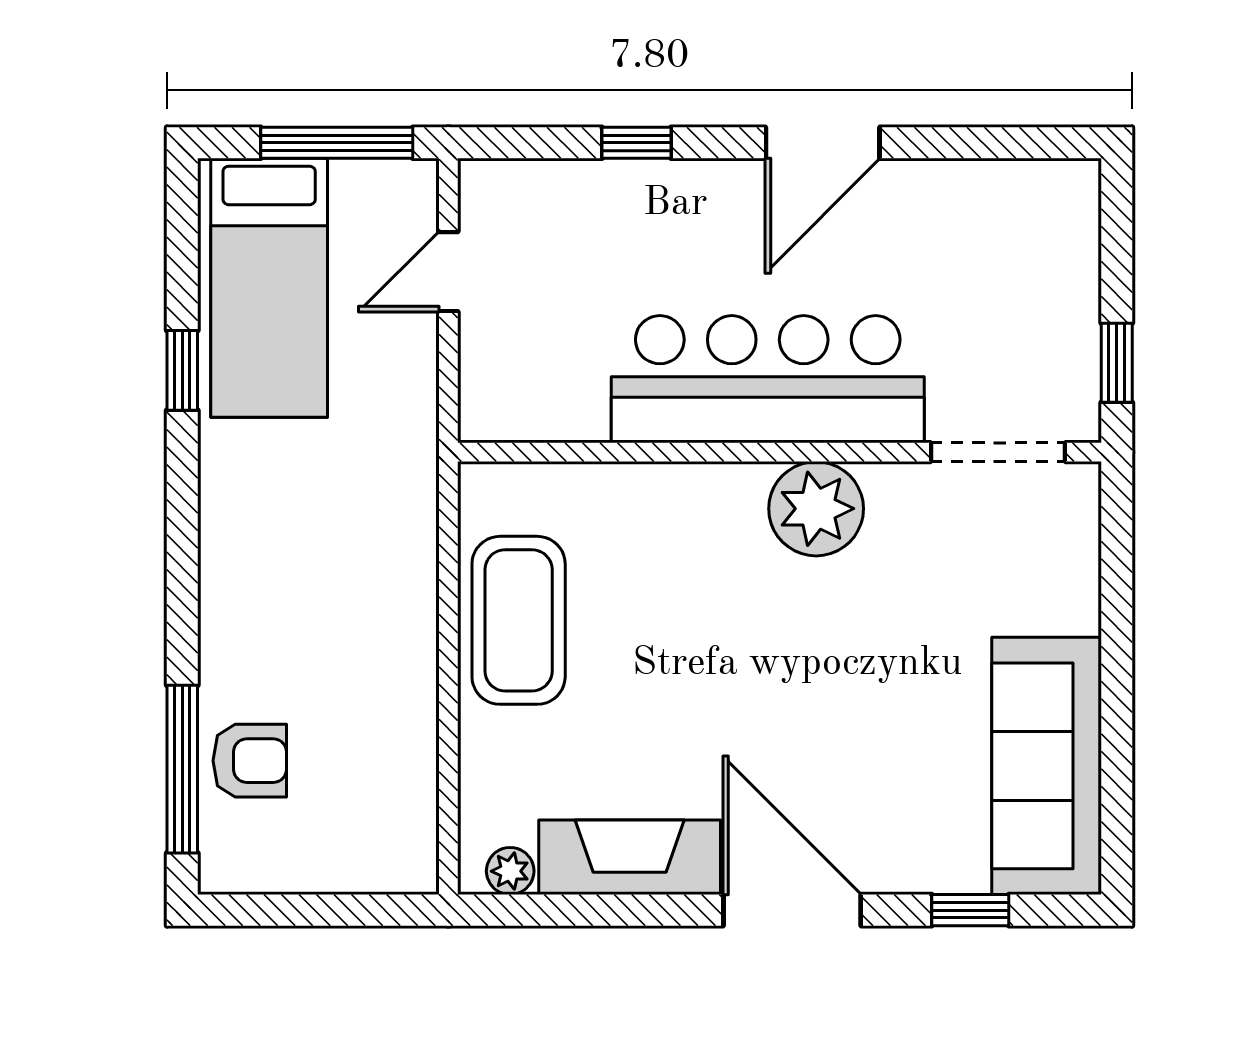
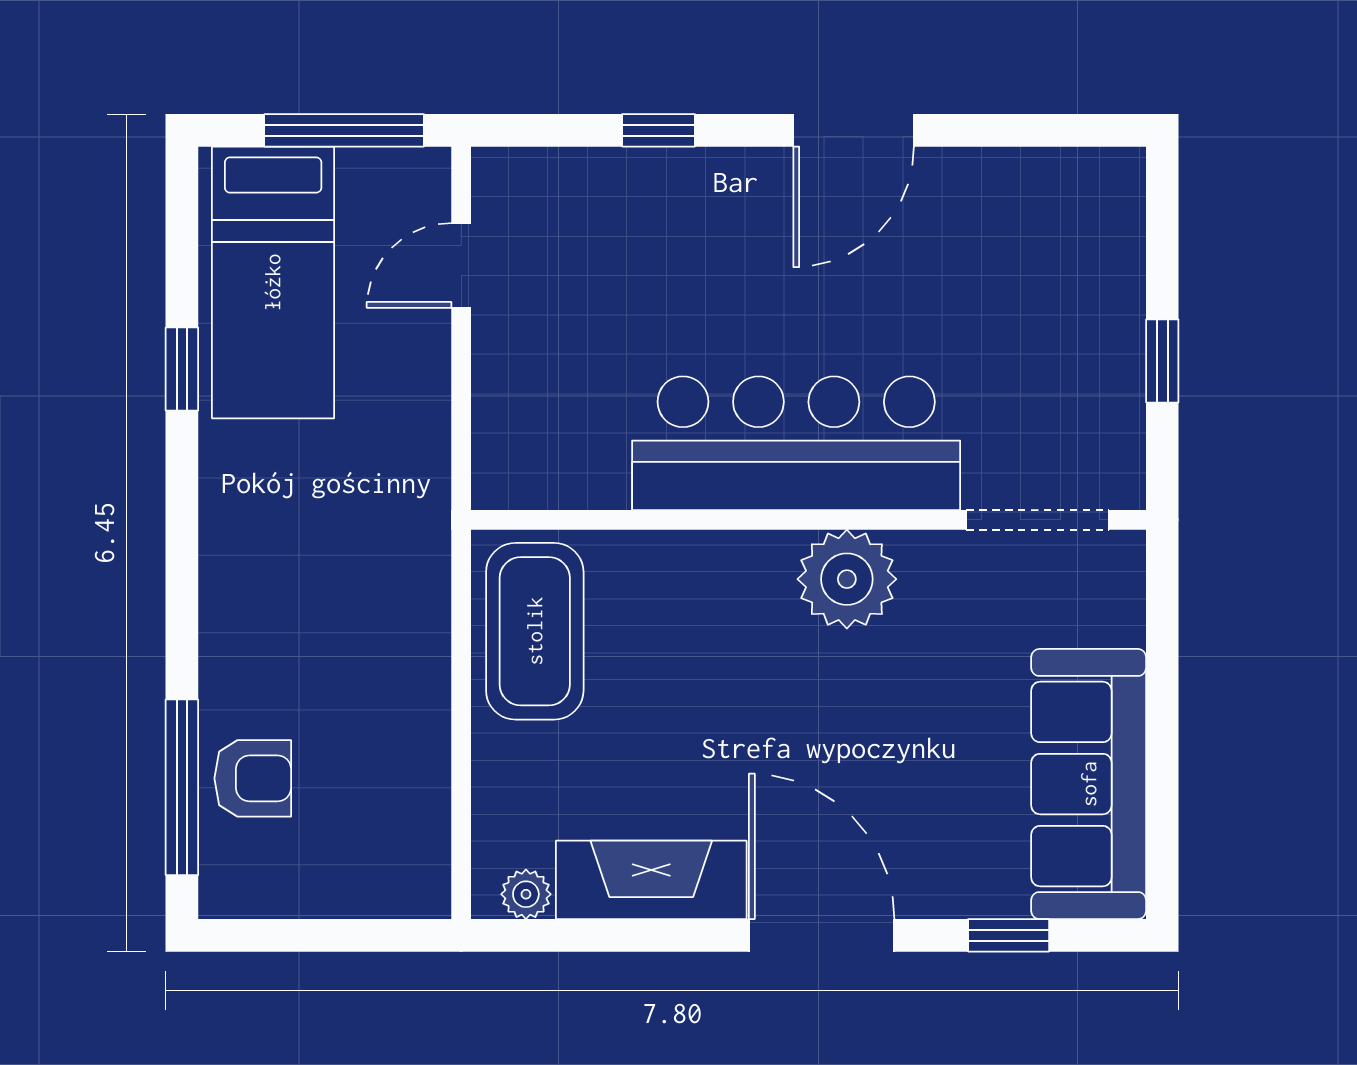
bar counter: (768, 379) -> (796, 443), moved
wall: (779, 452) -> (808, 520), moved
doorway: (998, 452) -> (1038, 520), moved
plant: (816, 509) -> (847, 579), moved

